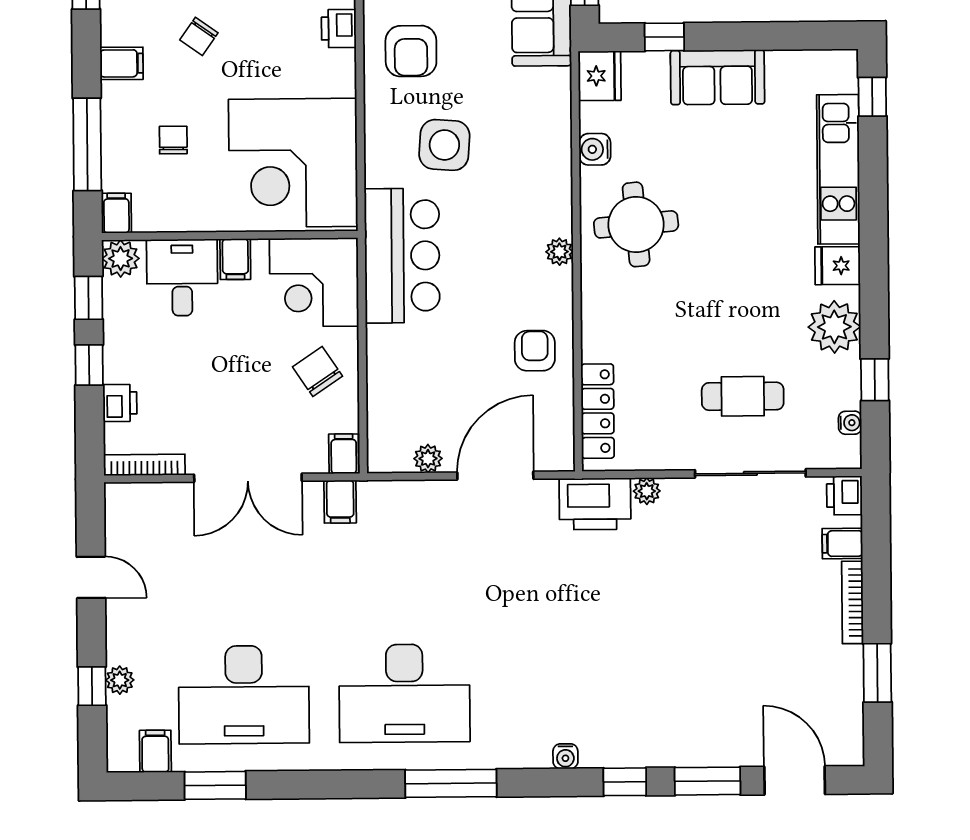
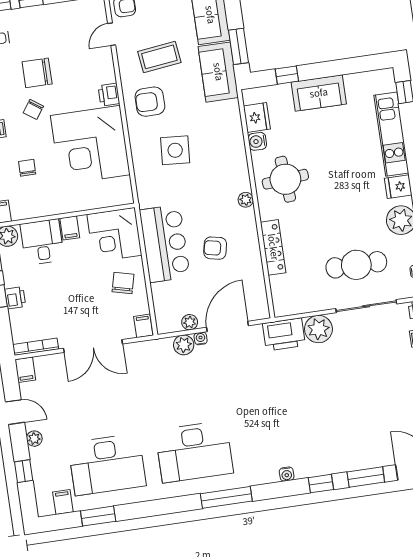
armchair: (411, 51) -> (150, 102), turned 90
fridge: (600, 76) -> (257, 117), moved
corner desk: (293, 163) -> (90, 145), moved
bar counter: (402, 256) -> (165, 243), moved
armchair: (535, 351) -> (215, 248), moved, turned -78
chair: (318, 372) -> (123, 283), turned 48
cafe table: (743, 396) -> (356, 265), width x1.37, depth x1.35
printer: (120, 403) -> (15, 298), moved
locker: (598, 411) -> (273, 247), moved
water cooler: (444, 491) -> (201, 338), added
plant: (647, 491) -> (318, 329), width x1.88, depth x1.88
plant: (412, 498) -> (184, 345), added
filing cabinet: (340, 502) -> (25, 370), moved
plant: (120, 680) -> (34, 439), moved

